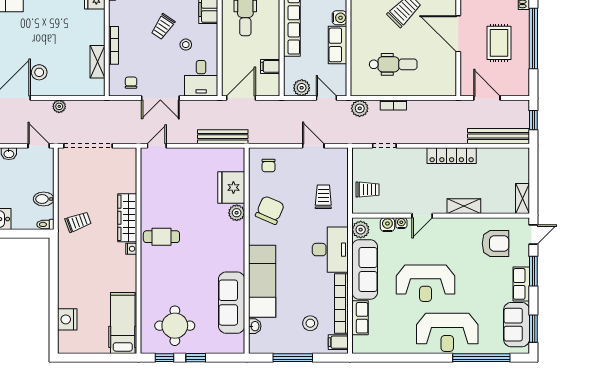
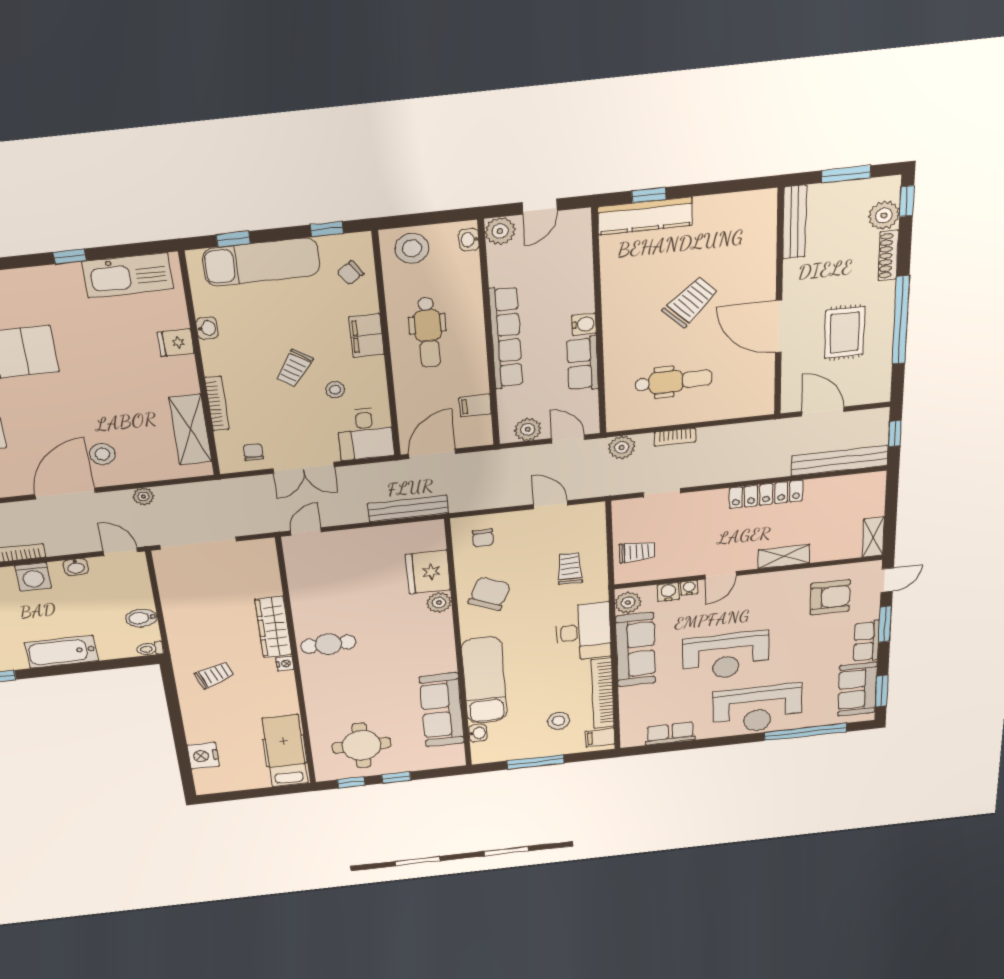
shelving: (97, 62) -> (190, 430), width x1.50, depth x1.33
trolley: (78, 222) -> (214, 675), moved
row of seats: (360, 318) -> (670, 733), moved, turned -90

